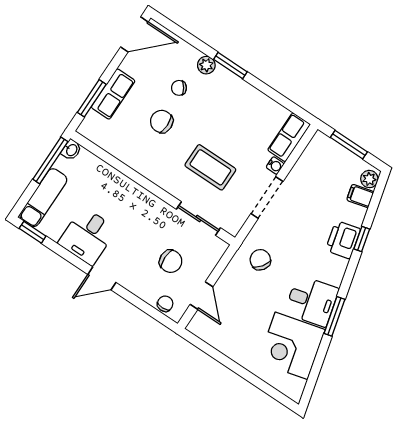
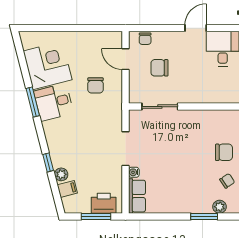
coffee table: (210, 167) -> (174, 144), removed
plant: (369, 179) -> (61, 174), moved
printer: (343, 240) -> (104, 203), moved, turned -76
chair: (260, 260) -> (95, 85), moved, turned 54

